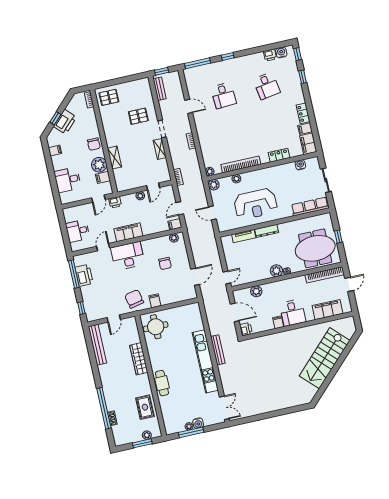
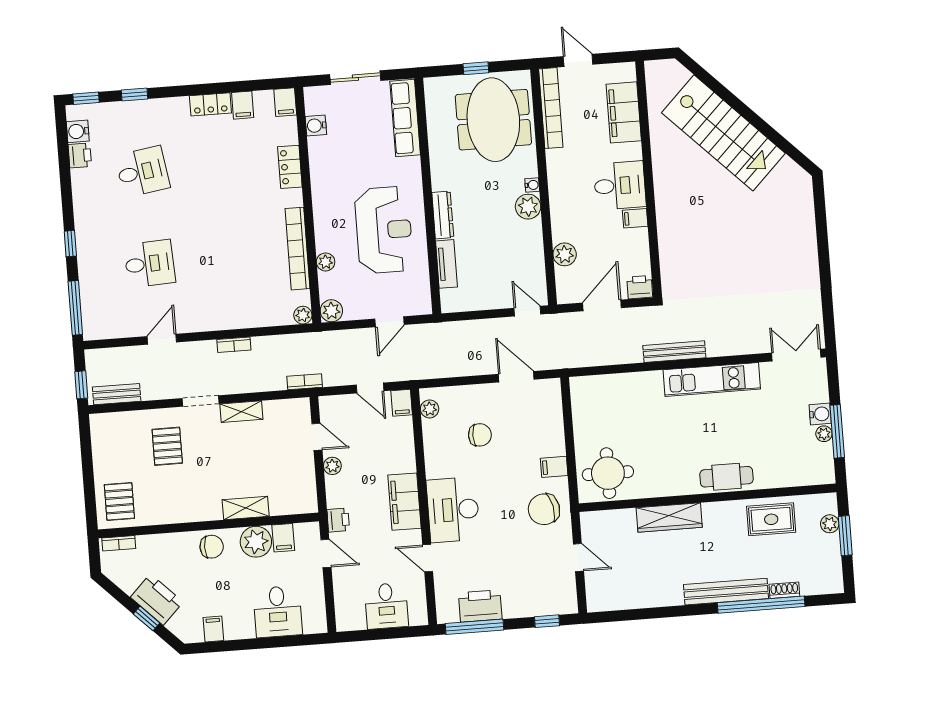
filing cabinet: (308, 144) -> (285, 102), width x0.50
bench: (97, 345) -> (726, 592), moved
kitchen unit: (205, 361) -> (712, 379), width x0.73

